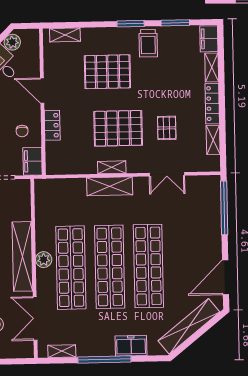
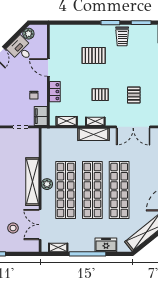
shelving: (65, 35) -> (67, 121), moved
pallet: (107, 72) -> (94, 55), width x0.73, depth x0.71
pallet: (118, 128) -> (100, 95), width x0.49, depth x0.50
double door: (167, 174) -> (133, 127), width x1.37

